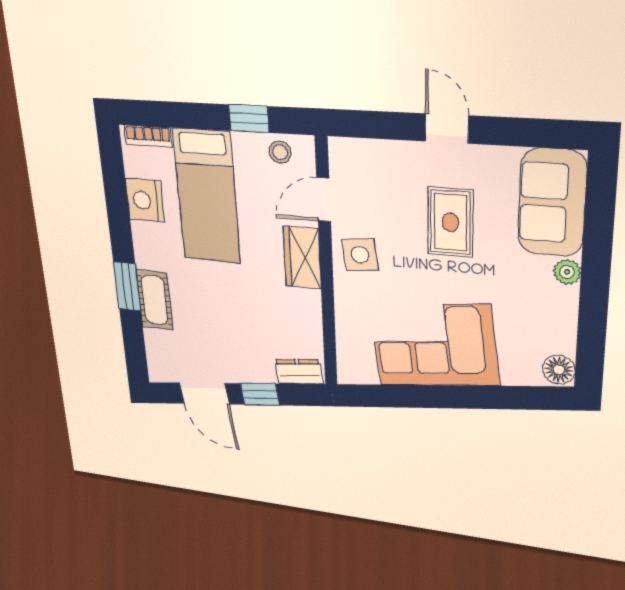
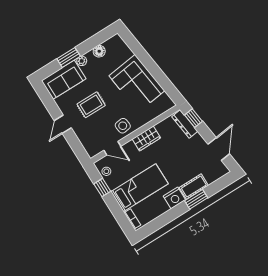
nightstand: (145, 200) -> (174, 198), moved
window: (597, 250) -> (69, 57), added
wardrobe: (302, 258) -> (146, 138), moved
floor lamp: (559, 370) -> (99, 51), moved
dresser: (299, 372) -> (185, 124), width x1.44
window: (260, 394) -> (194, 118), moved

